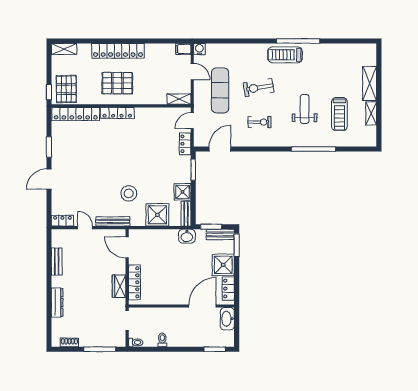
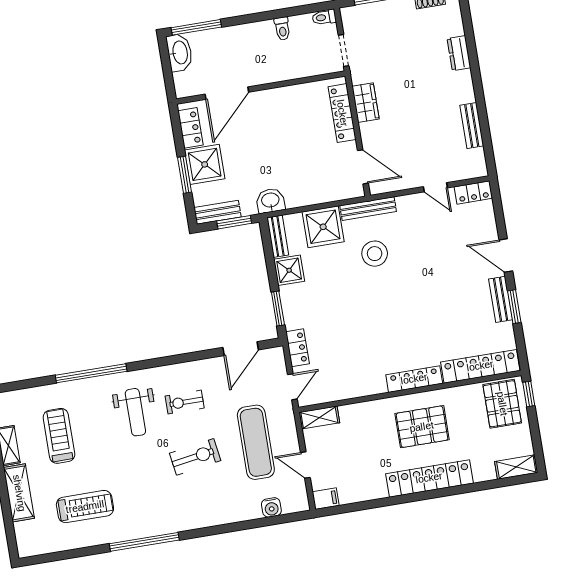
water cooler: (199, 49) -> (271, 507), moved
treadmill: (285, 55) -> (85, 507), moved
weight bench: (305, 109) -> (135, 412), moved
bench: (57, 153) -> (501, 299), added
door: (49, 179) -> (506, 255), swing flipped
bench: (113, 221) -> (368, 209), moved
window: (237, 245) -> (184, 175), moved
dresser: (57, 303) -> (459, 53), width x0.70
washbasin: (227, 319) -> (180, 53), moved
window: (215, 349) -> (196, 27), width x1.44

